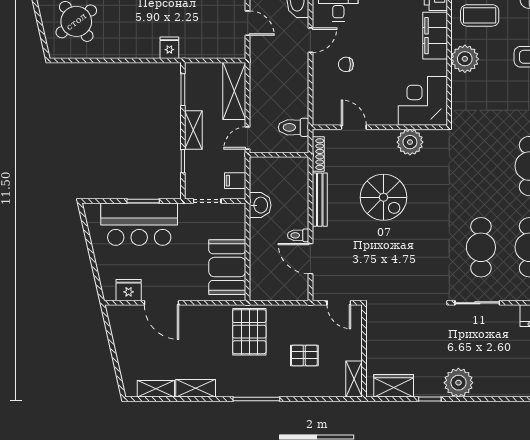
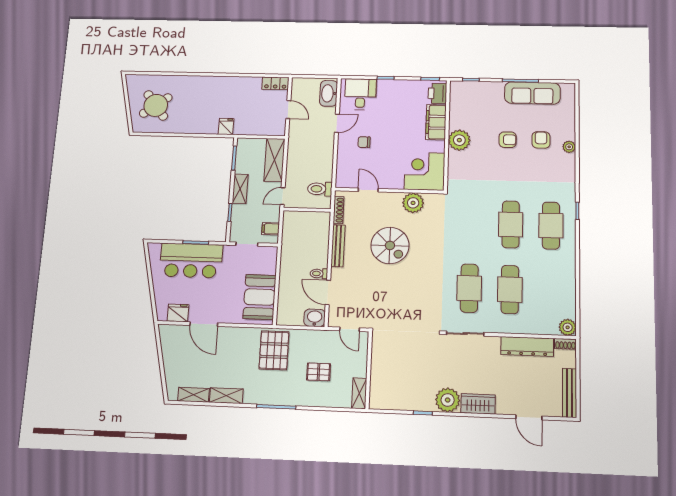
coffee table: (480, 15) -> (472, 108), removed
washbasin: (260, 205) -> (315, 318), moved, turned -90
wardrobe: (394, 386) -> (478, 404), moved

